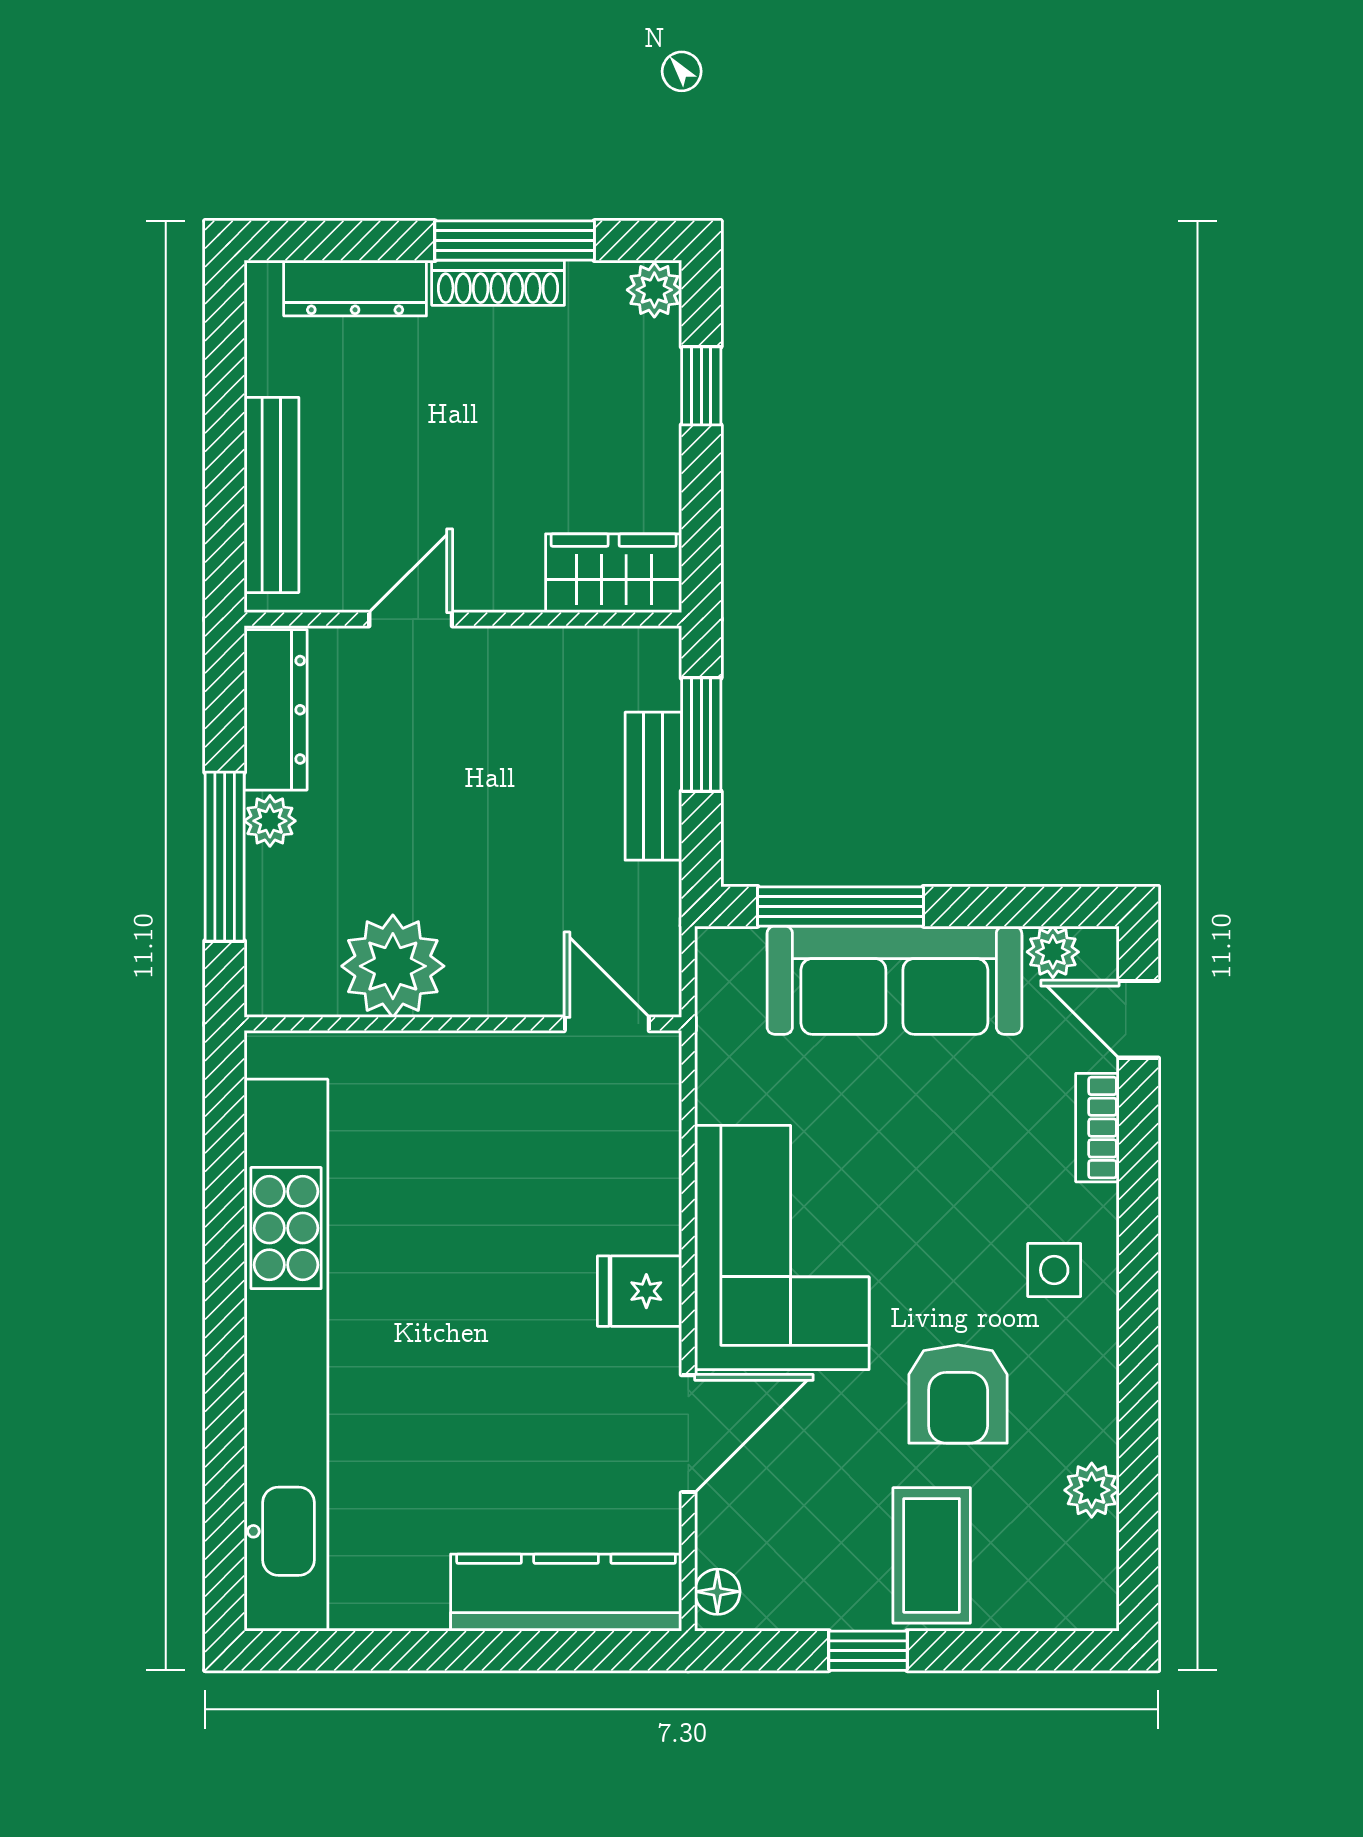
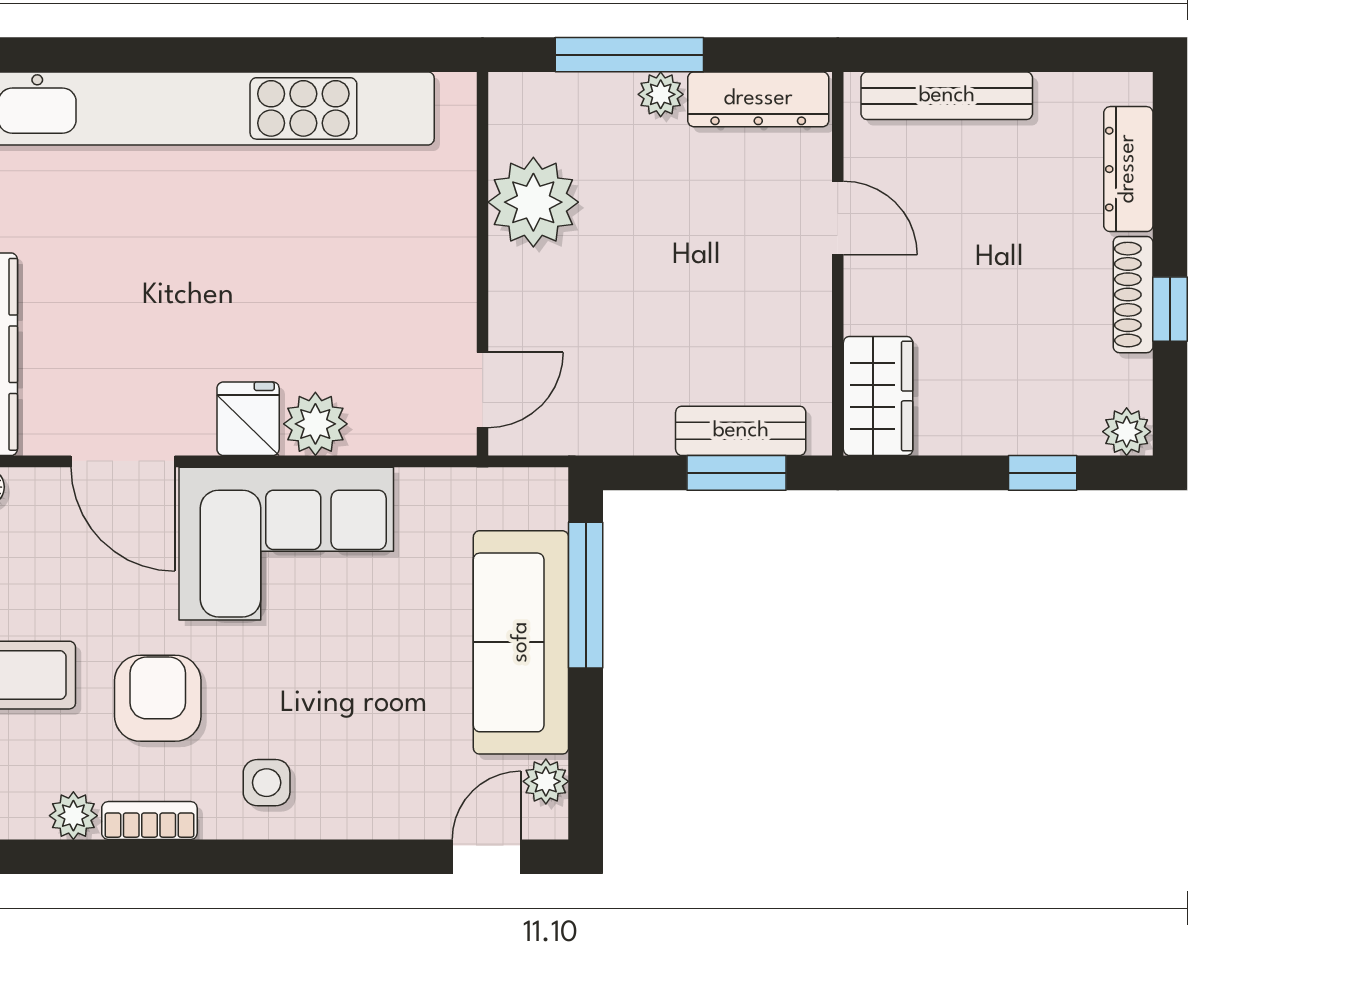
window: (515, 241) -> (1170, 309), width x0.46
bench: (653, 786) -> (741, 431), moved
bookcase: (1097, 1128) -> (149, 821), moved
plant: (645, 1214) -> (315, 424), added
armchair: (958, 1394) -> (158, 698), turned 90

